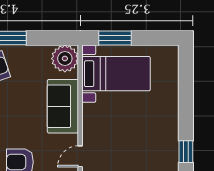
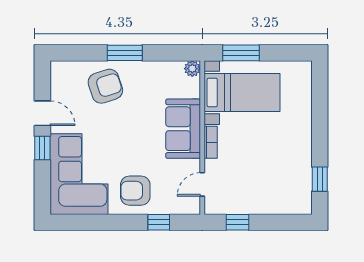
plant: (65, 59) -> (192, 69), width x0.53, depth x0.53
bookcase: (88, 118) -> (211, 142), added

